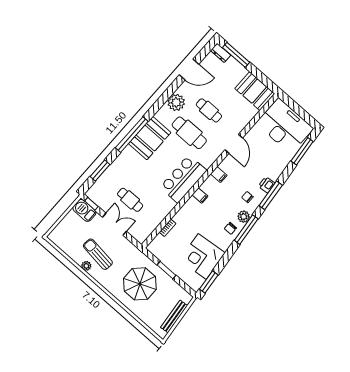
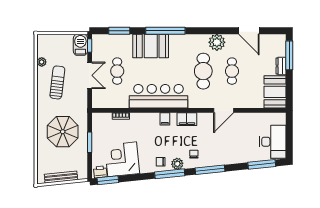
dresser: (221, 53) -> (281, 66), moved
desk: (285, 126) -> (273, 142), width x0.73, depth x0.77
booth: (150, 138) -> (151, 46), moved
filing cabinet: (219, 175) -> (187, 119), width x2.00
bar counter: (183, 179) -> (158, 96), width x1.36
printer: (267, 185) -> (100, 172), moved
plant: (86, 266) -> (42, 62), moved

